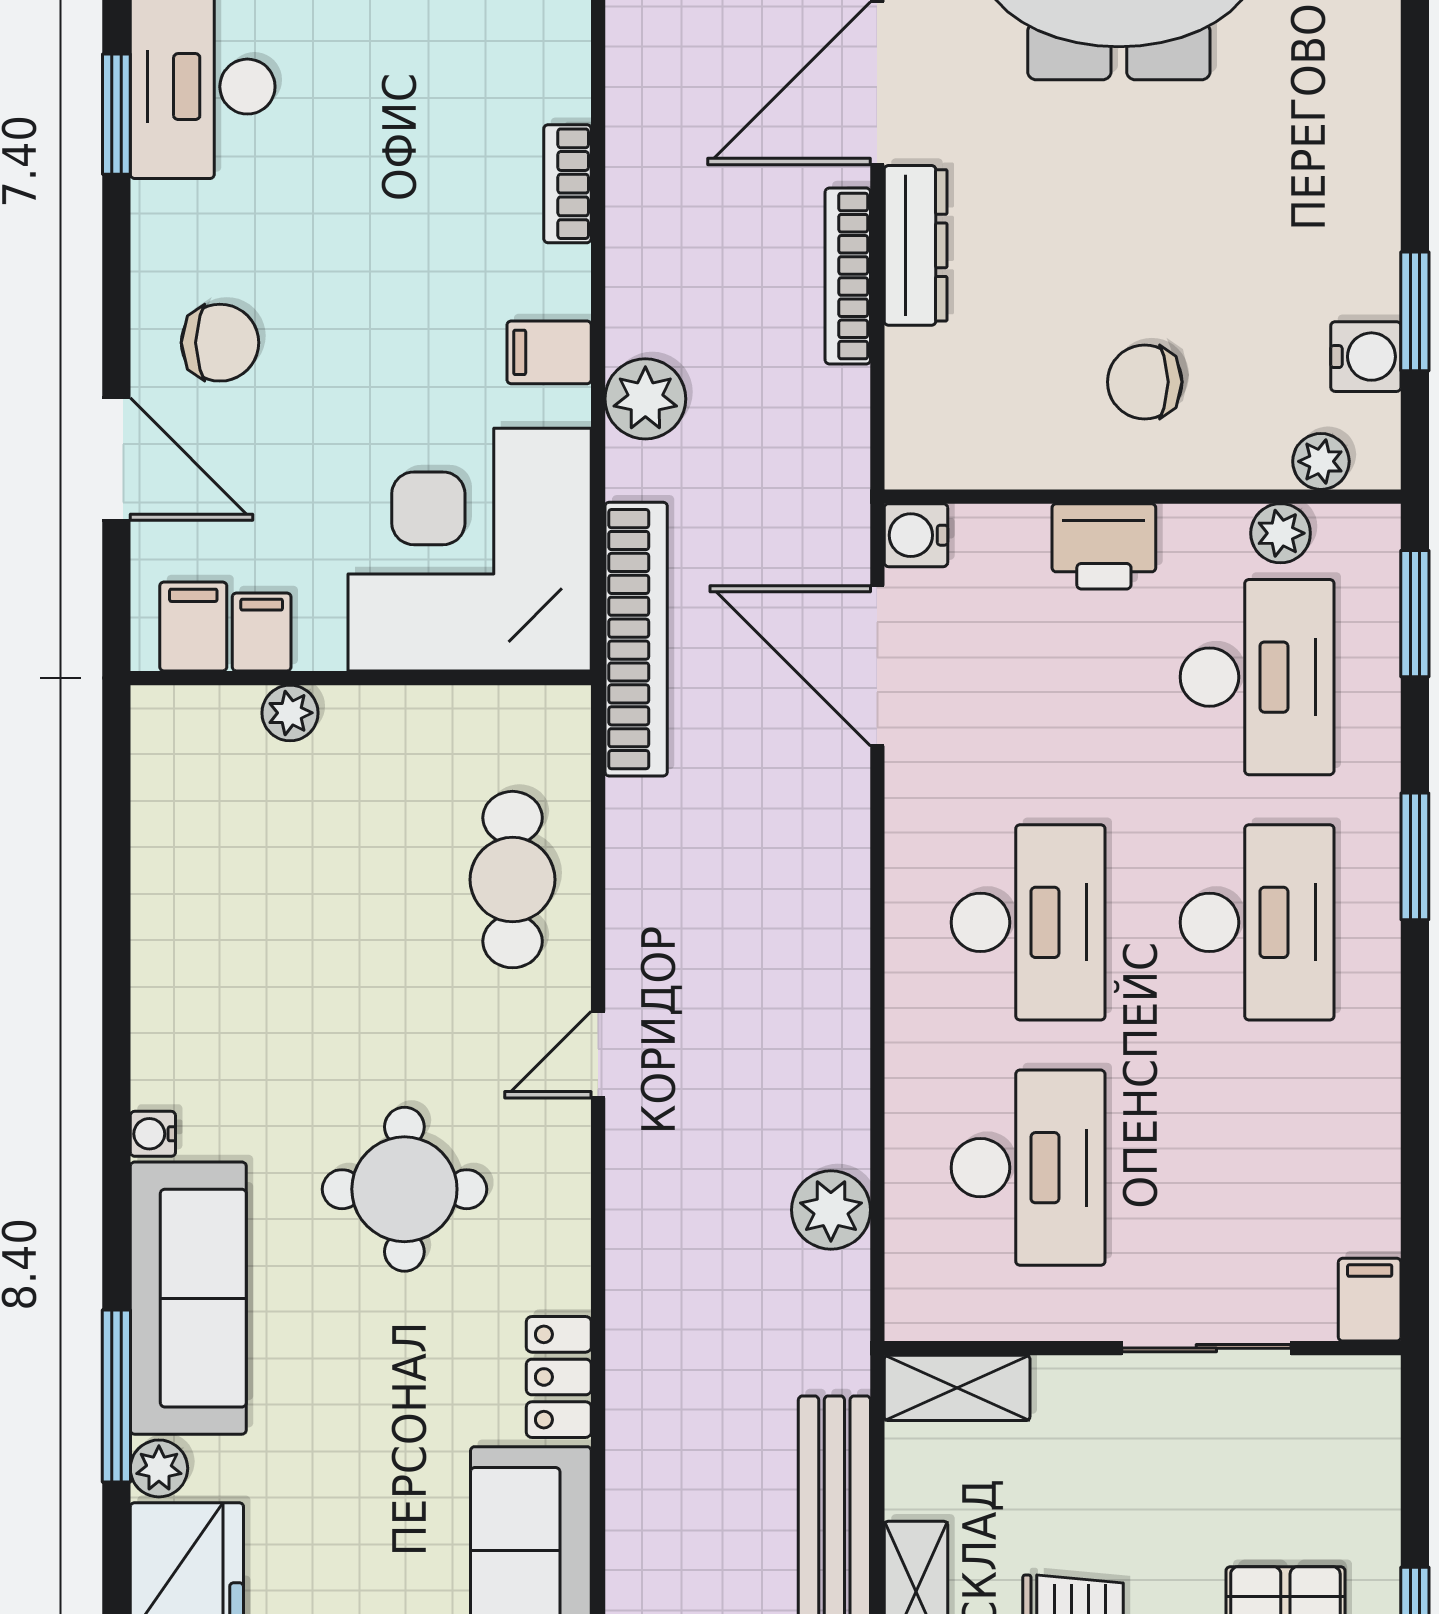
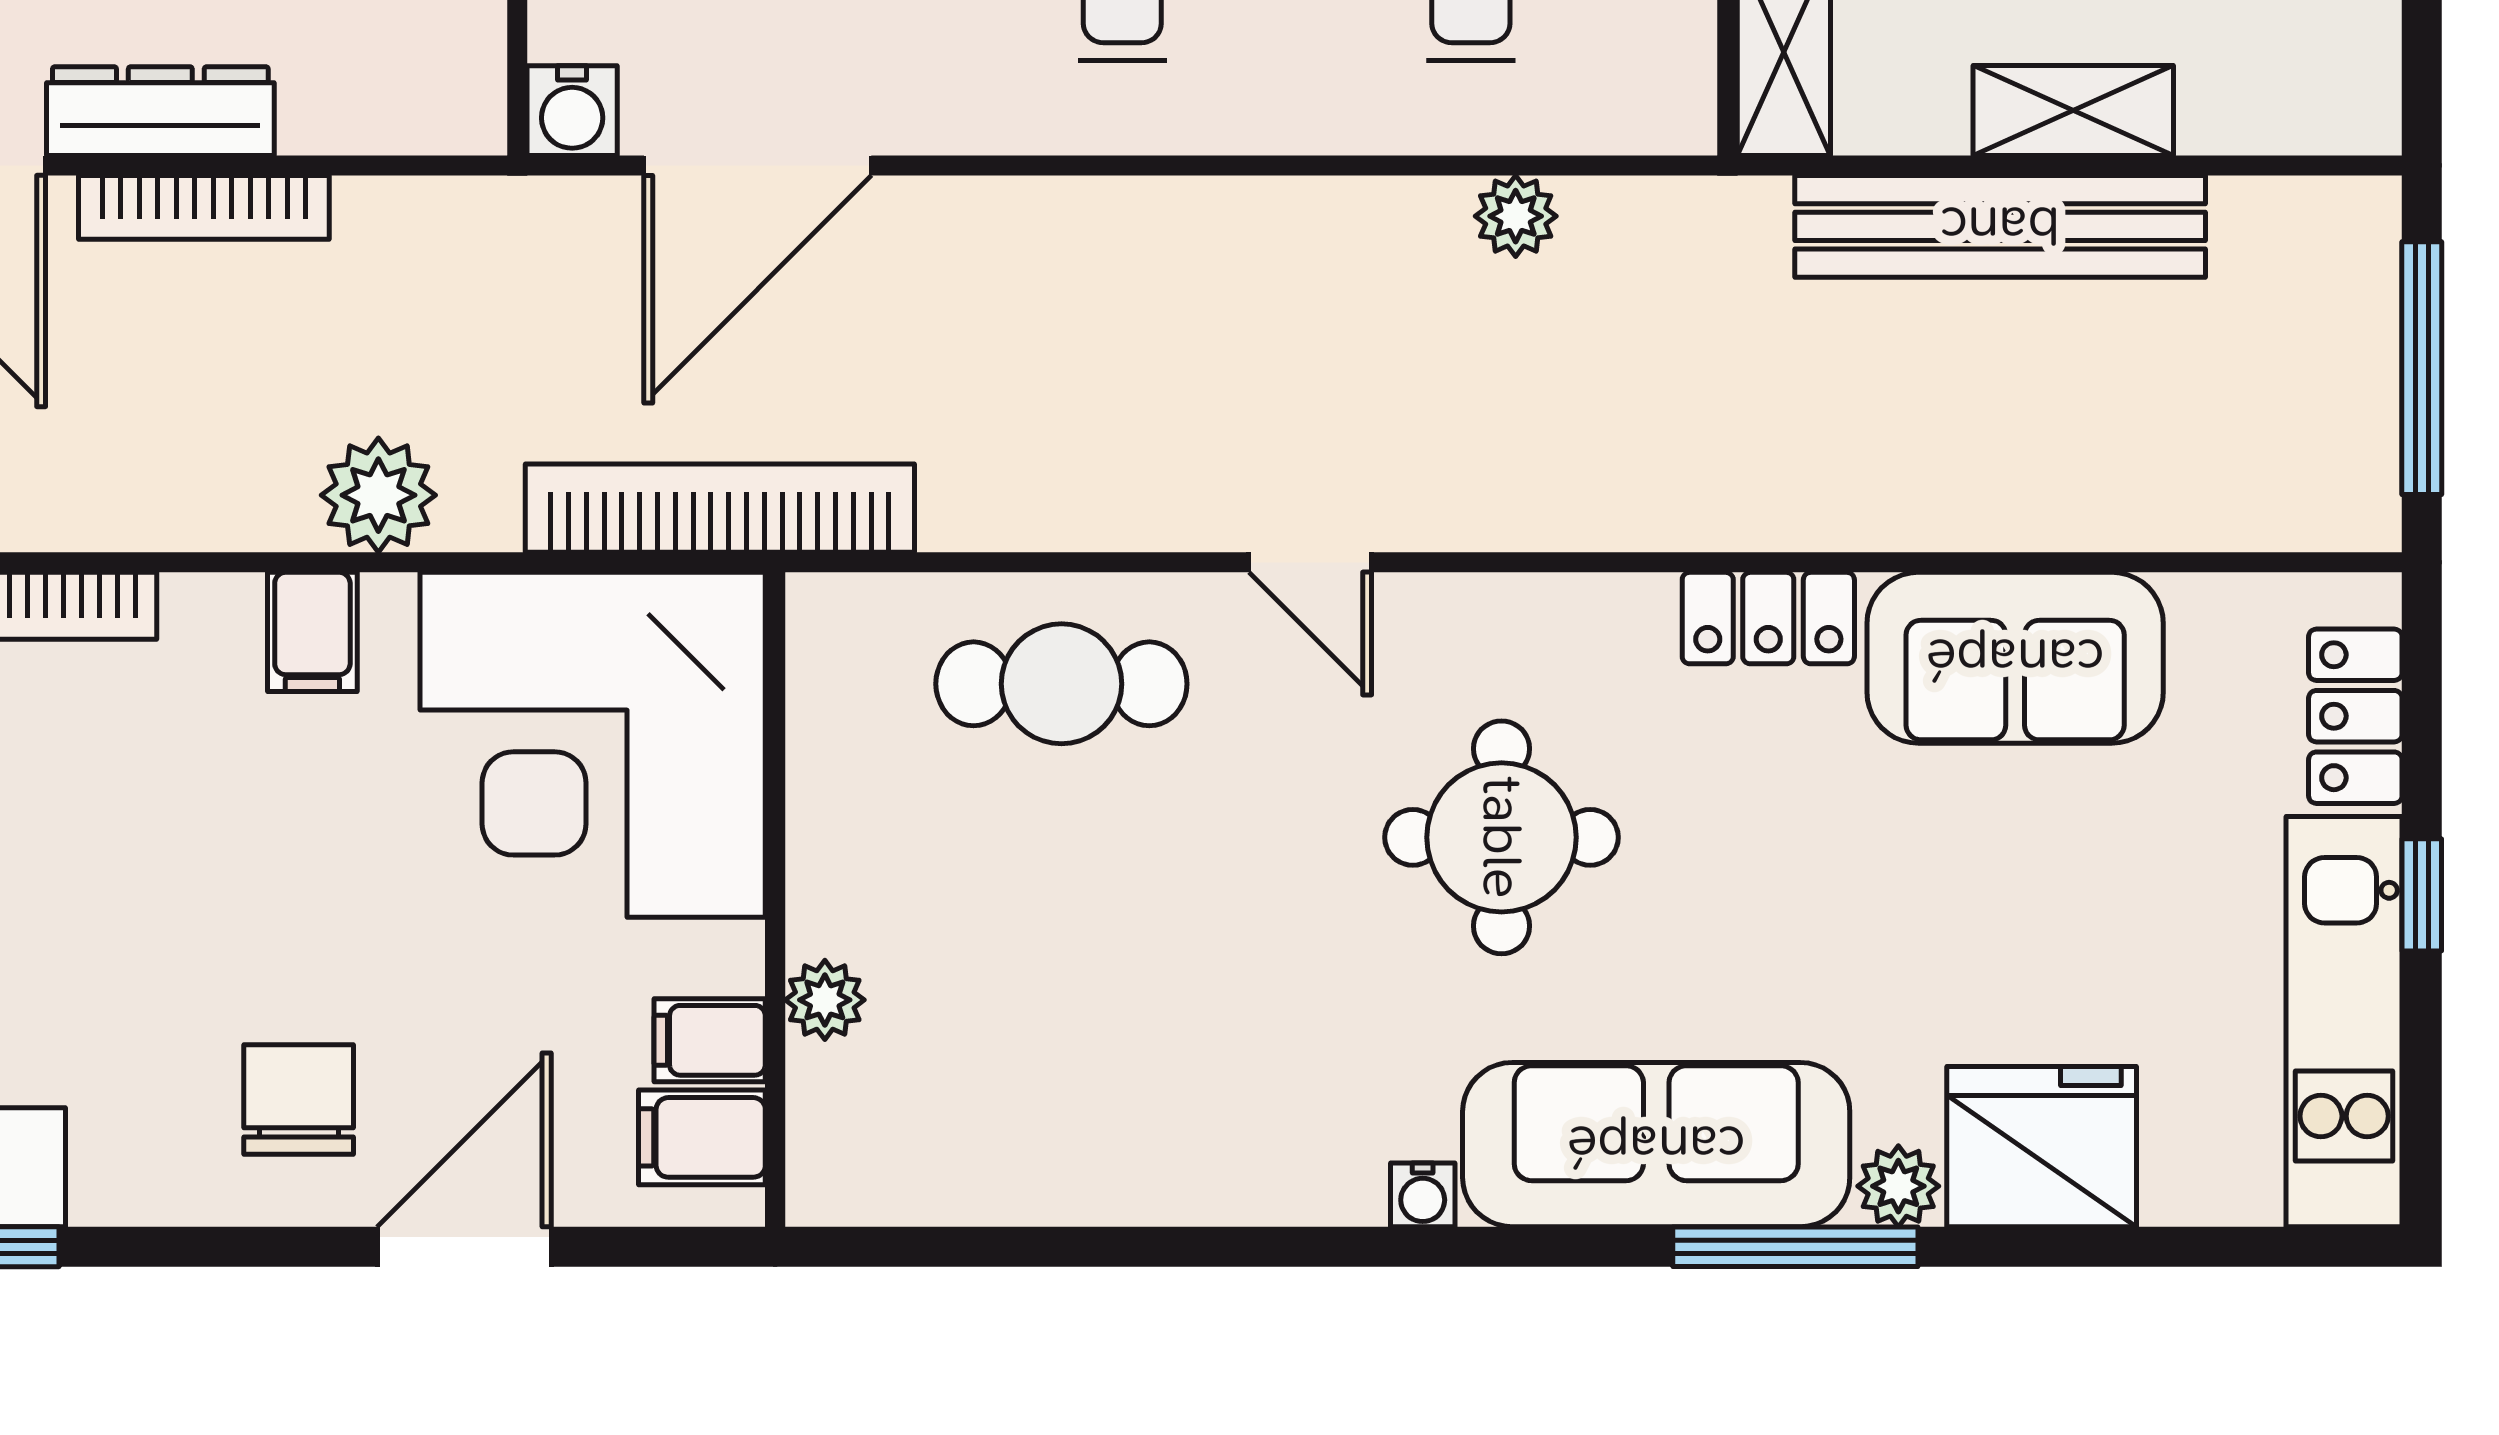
plant: (831, 1210) -> (1516, 216), width x0.73, depth x0.73

